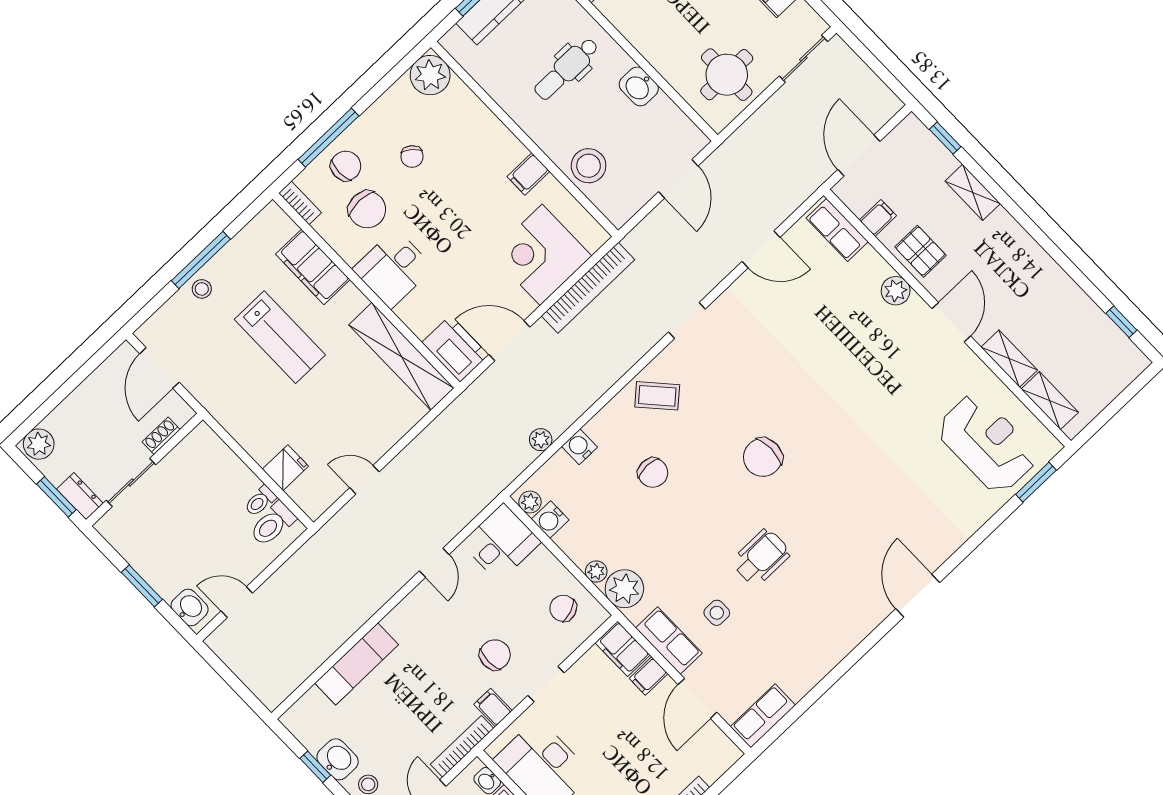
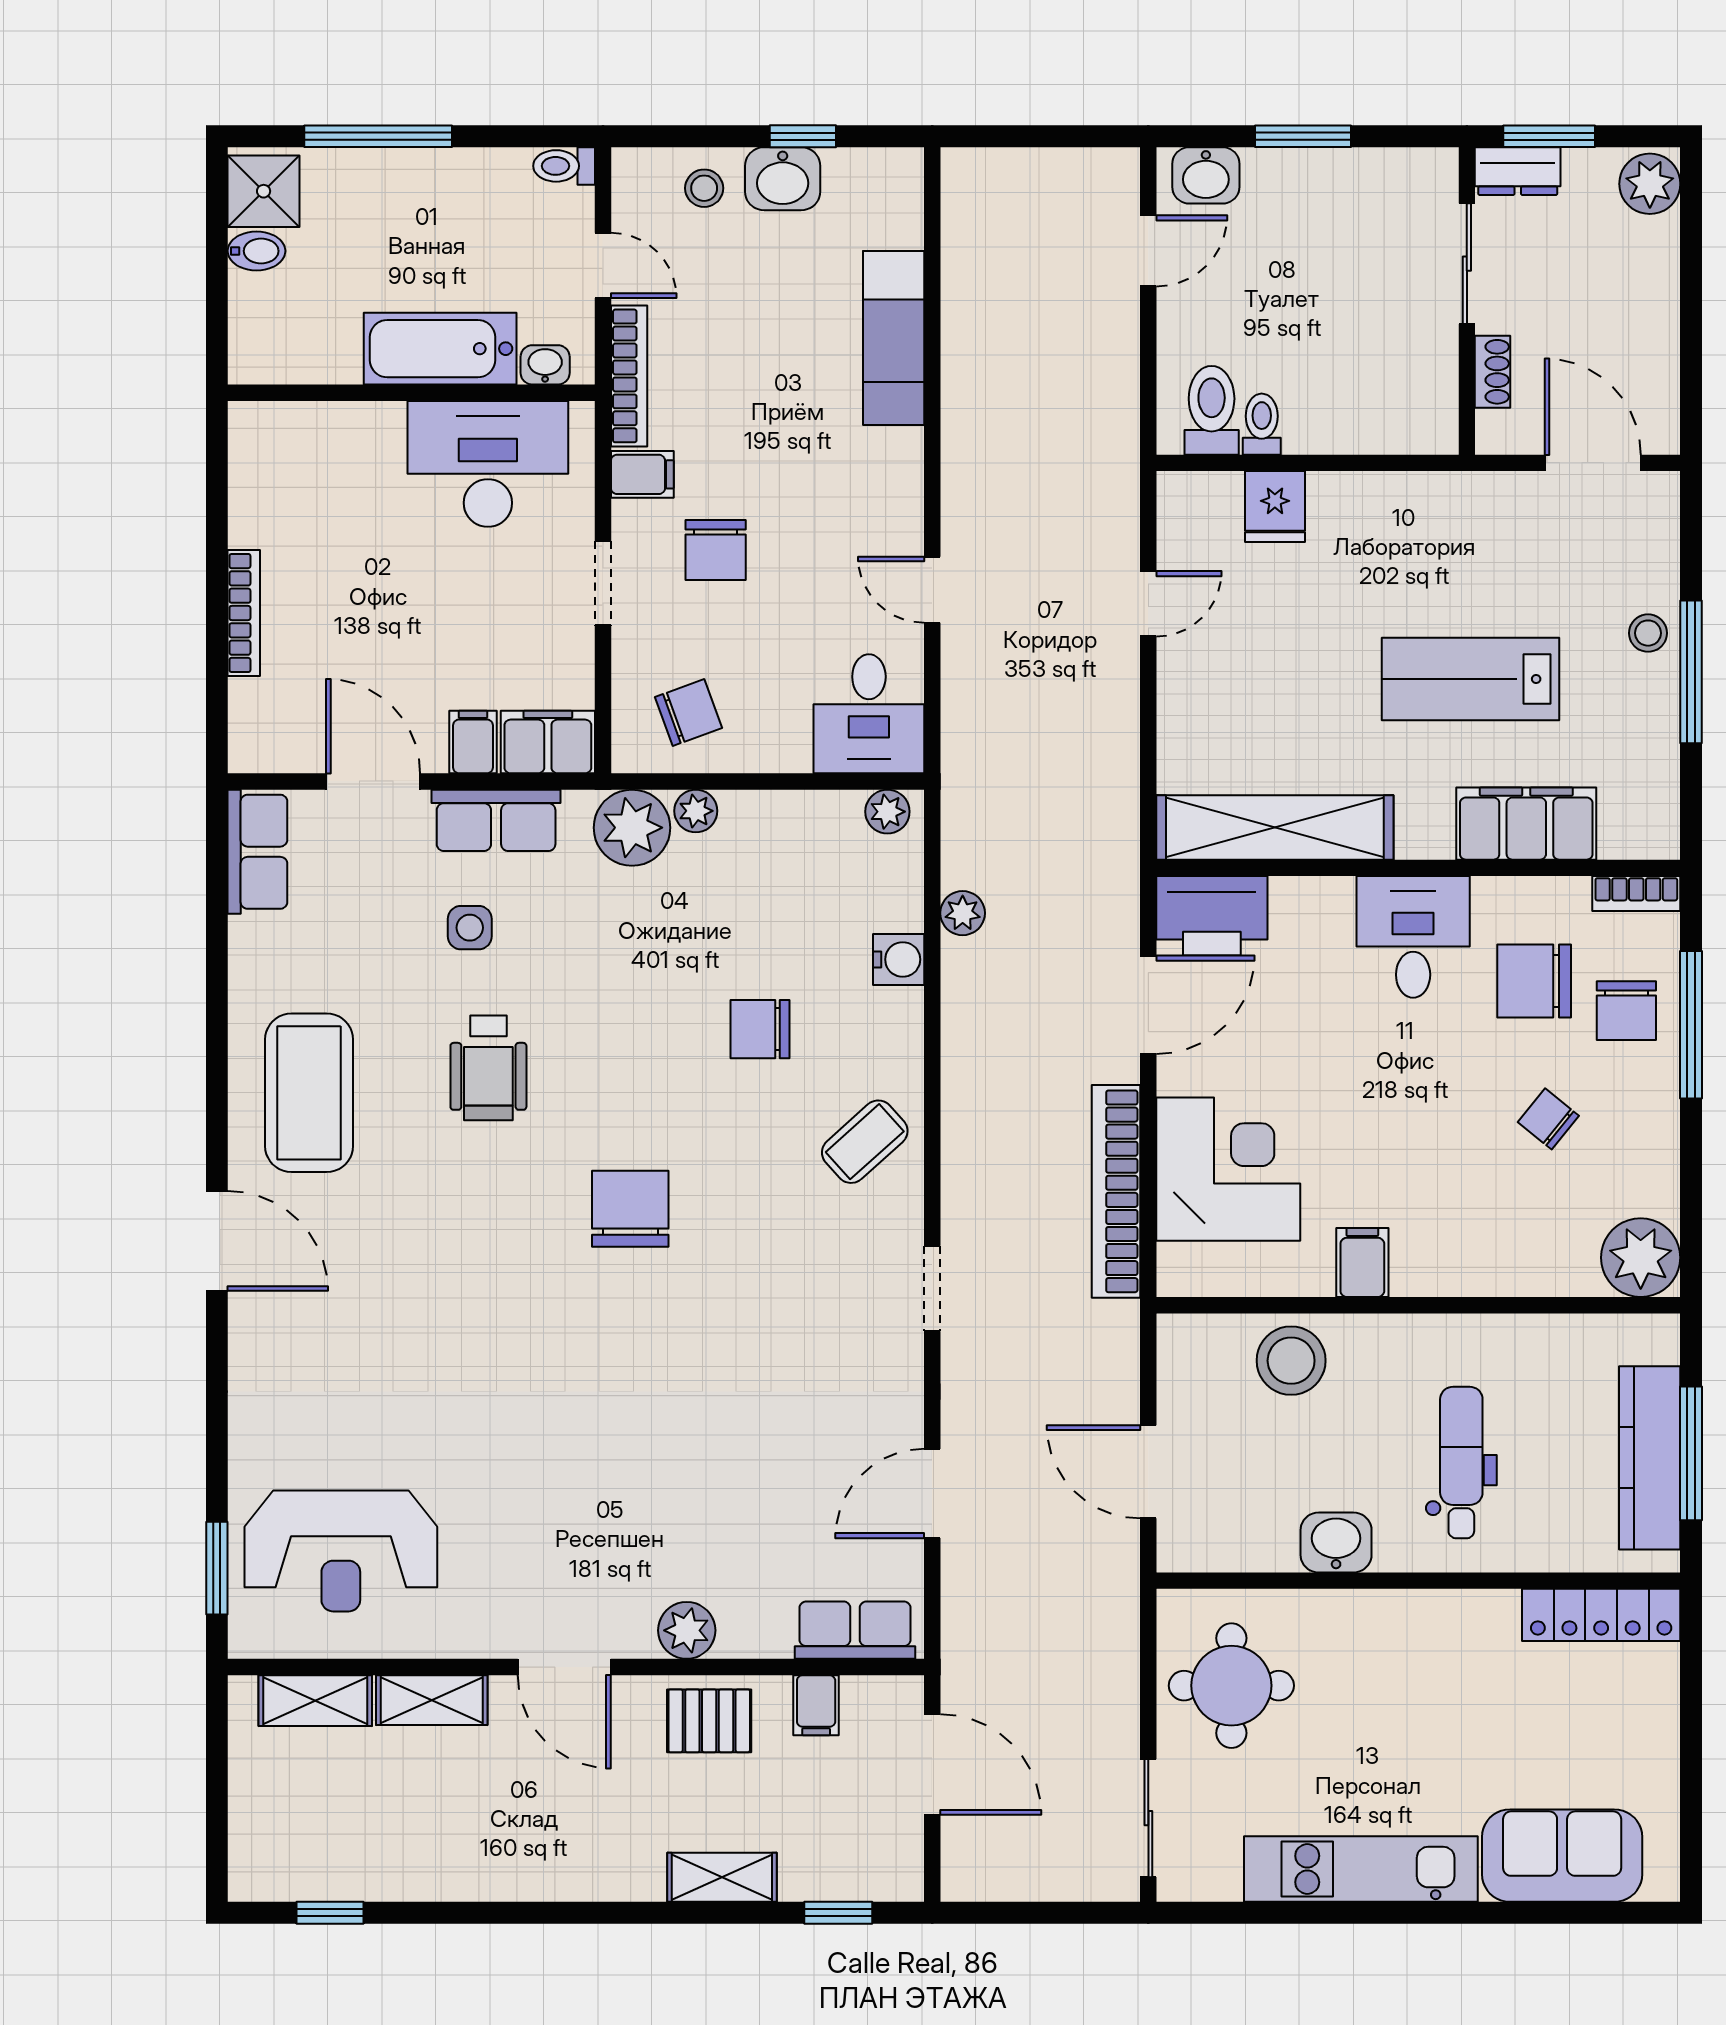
water cooler: (550, 520) -> (834, 816), removed
coffee table: (832, 614) -> (309, 1093), added

